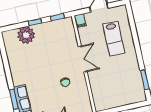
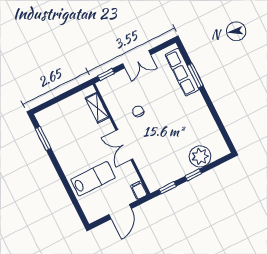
lab bench: (114, 39) -> (93, 179), turned 90
shelving: (97, 93) -> (97, 108), added

